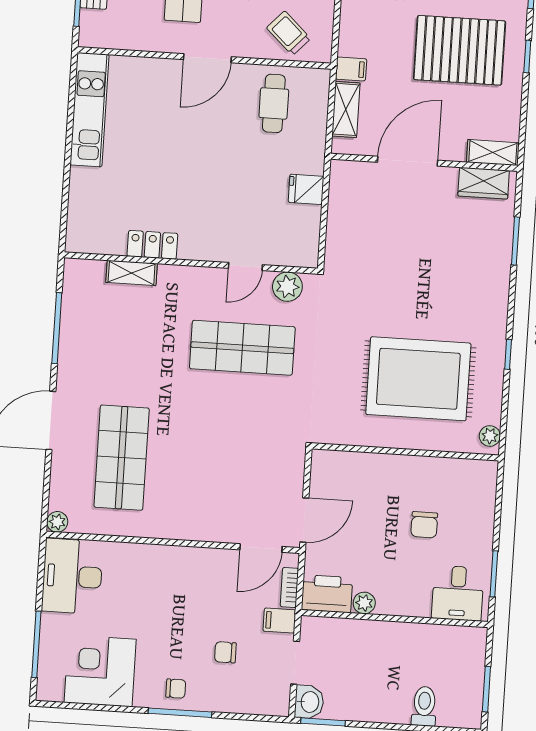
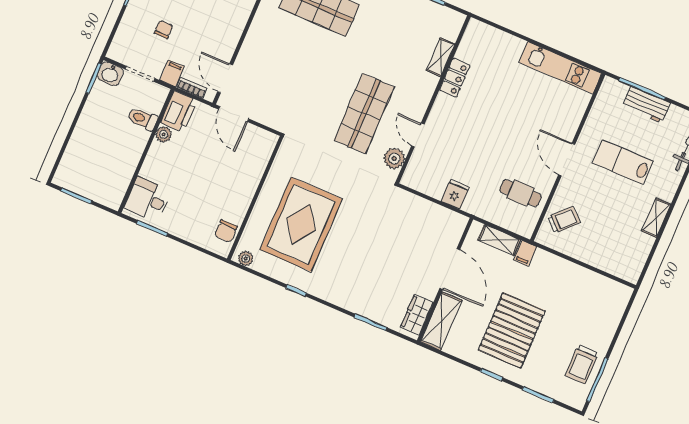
shelving: (493, 153) -> (441, 321), width x1.50, depth x1.33
chair: (424, 525) -> (226, 231), moved, turned -90
toilet: (424, 706) -> (143, 119), moved, turned 180

